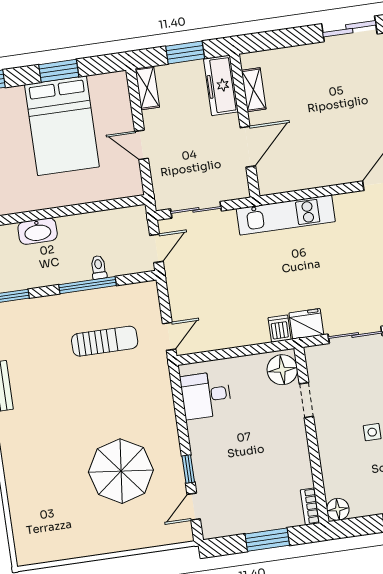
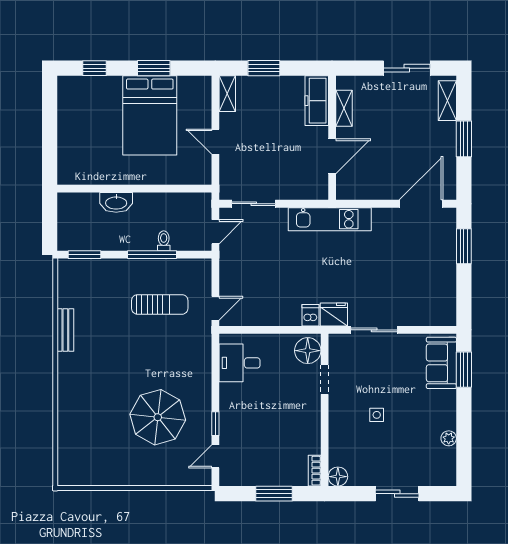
freezer: (221, 85) -> (317, 101), moved
shelving: (254, 90) -> (344, 108), moved
wall: (245, 126) -> (332, 138), moved
door: (248, 147) -> (332, 156), moved

